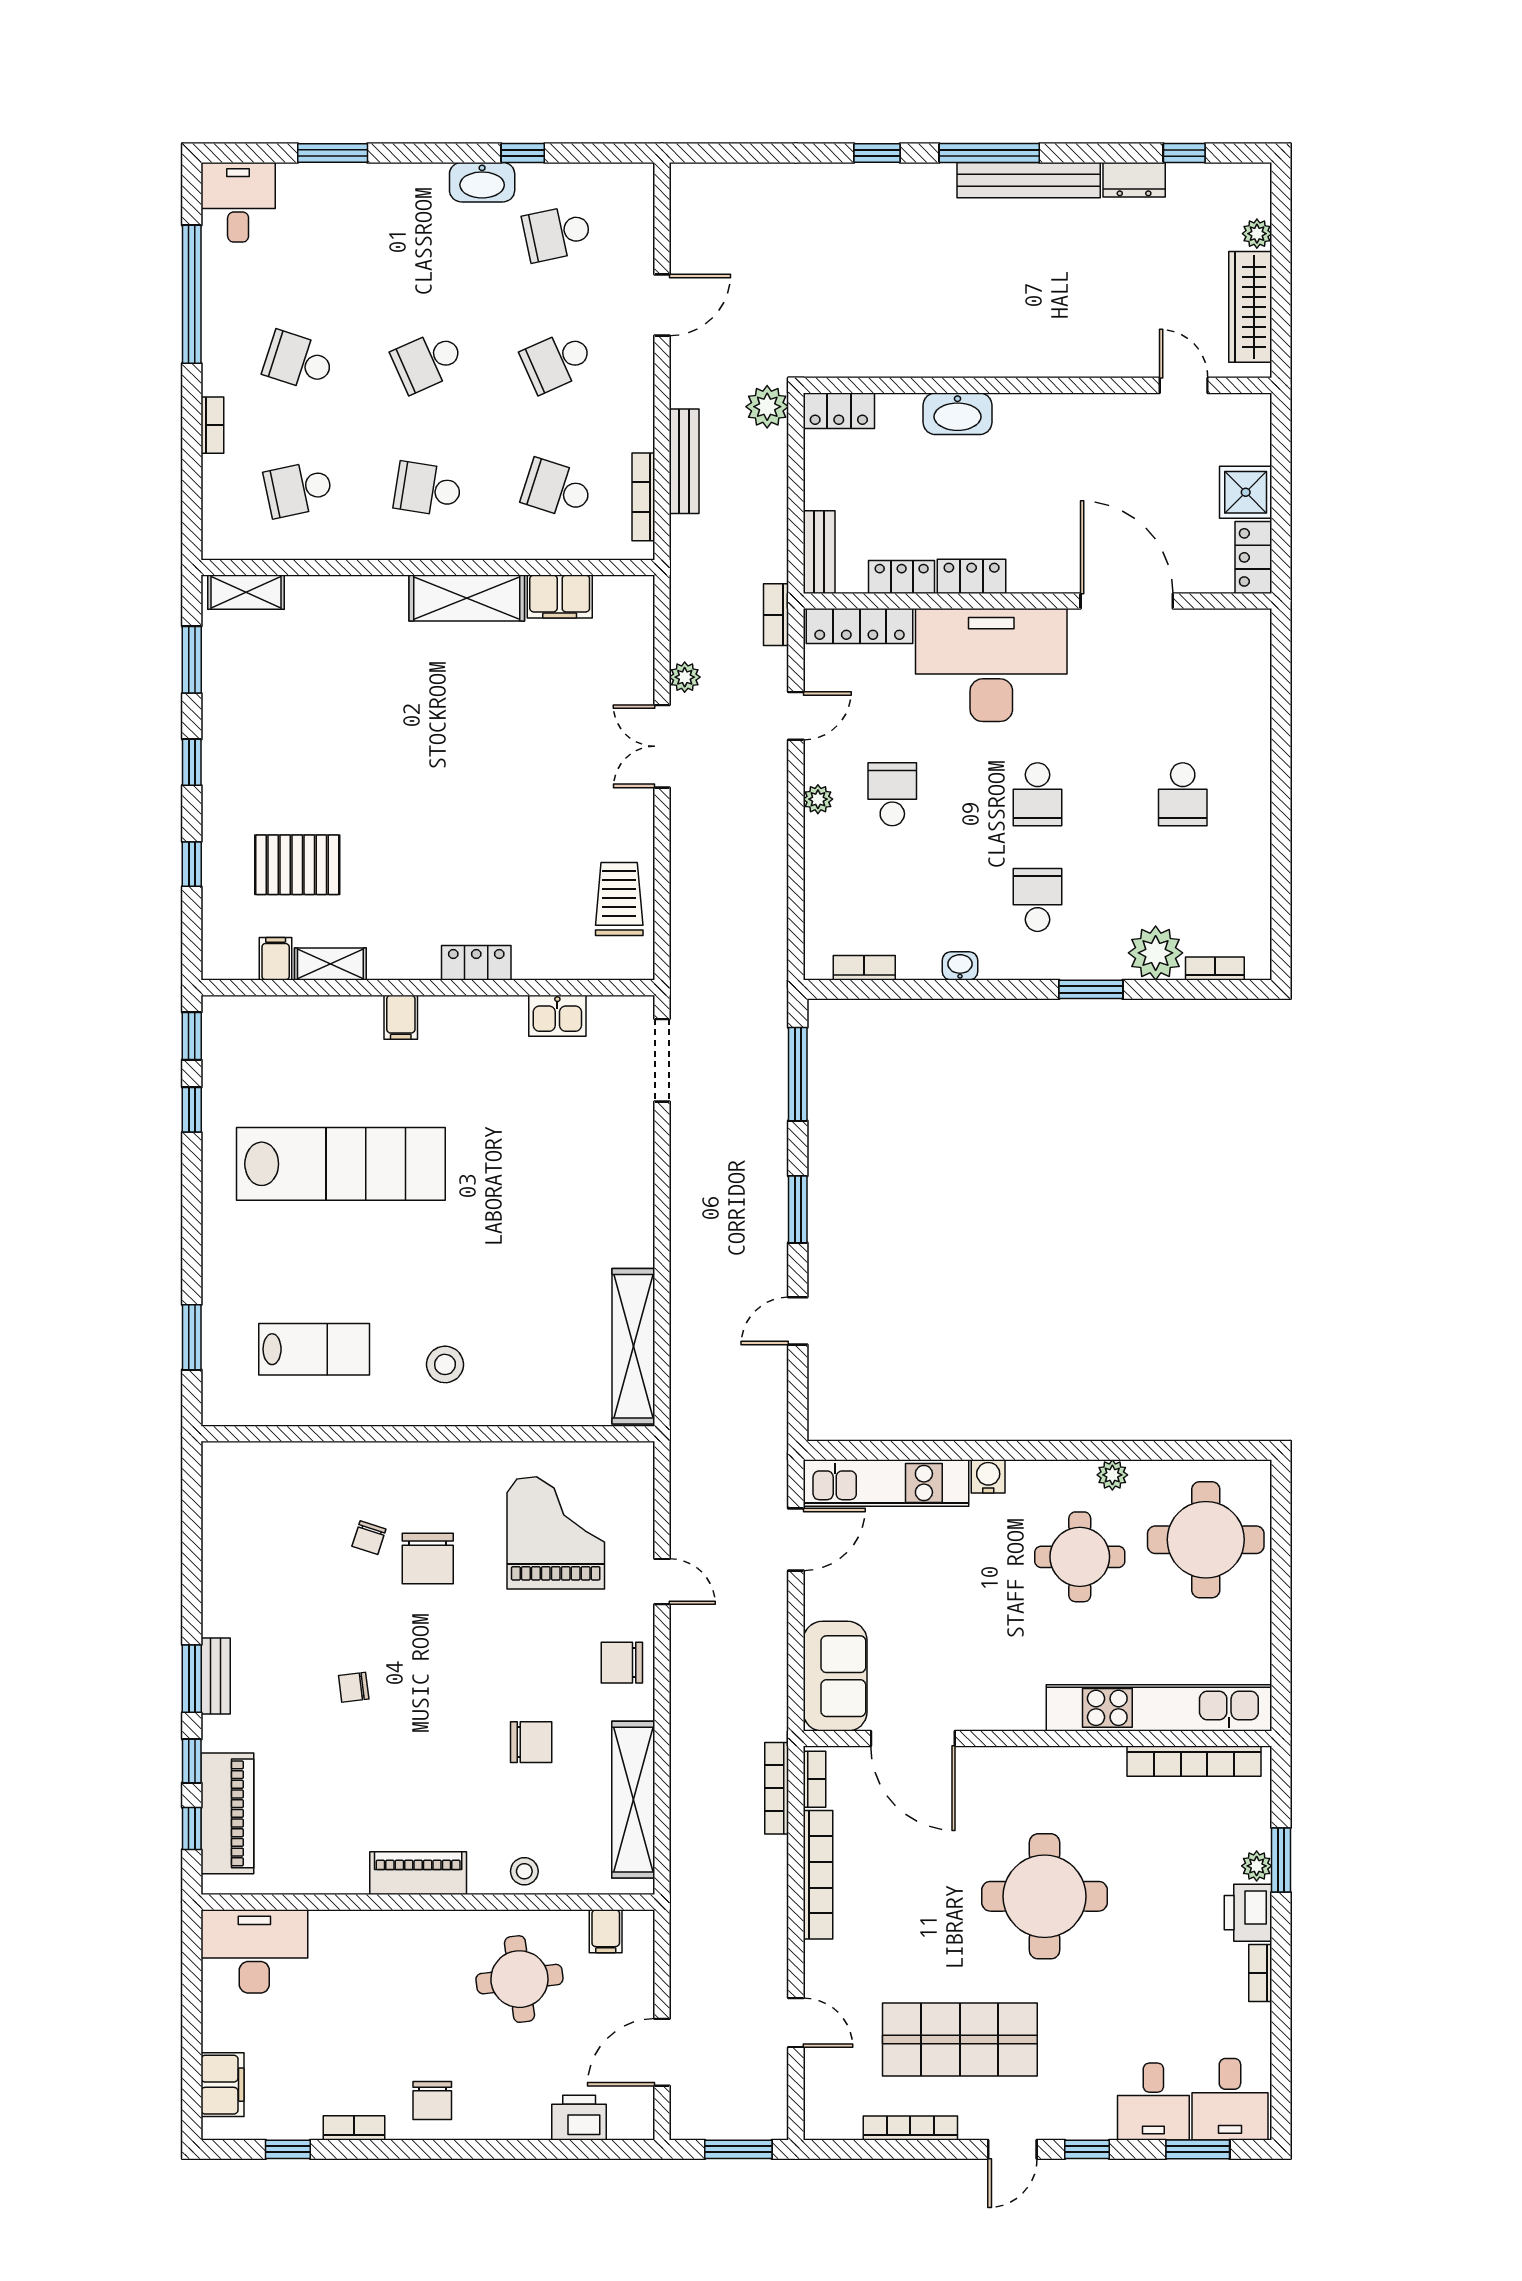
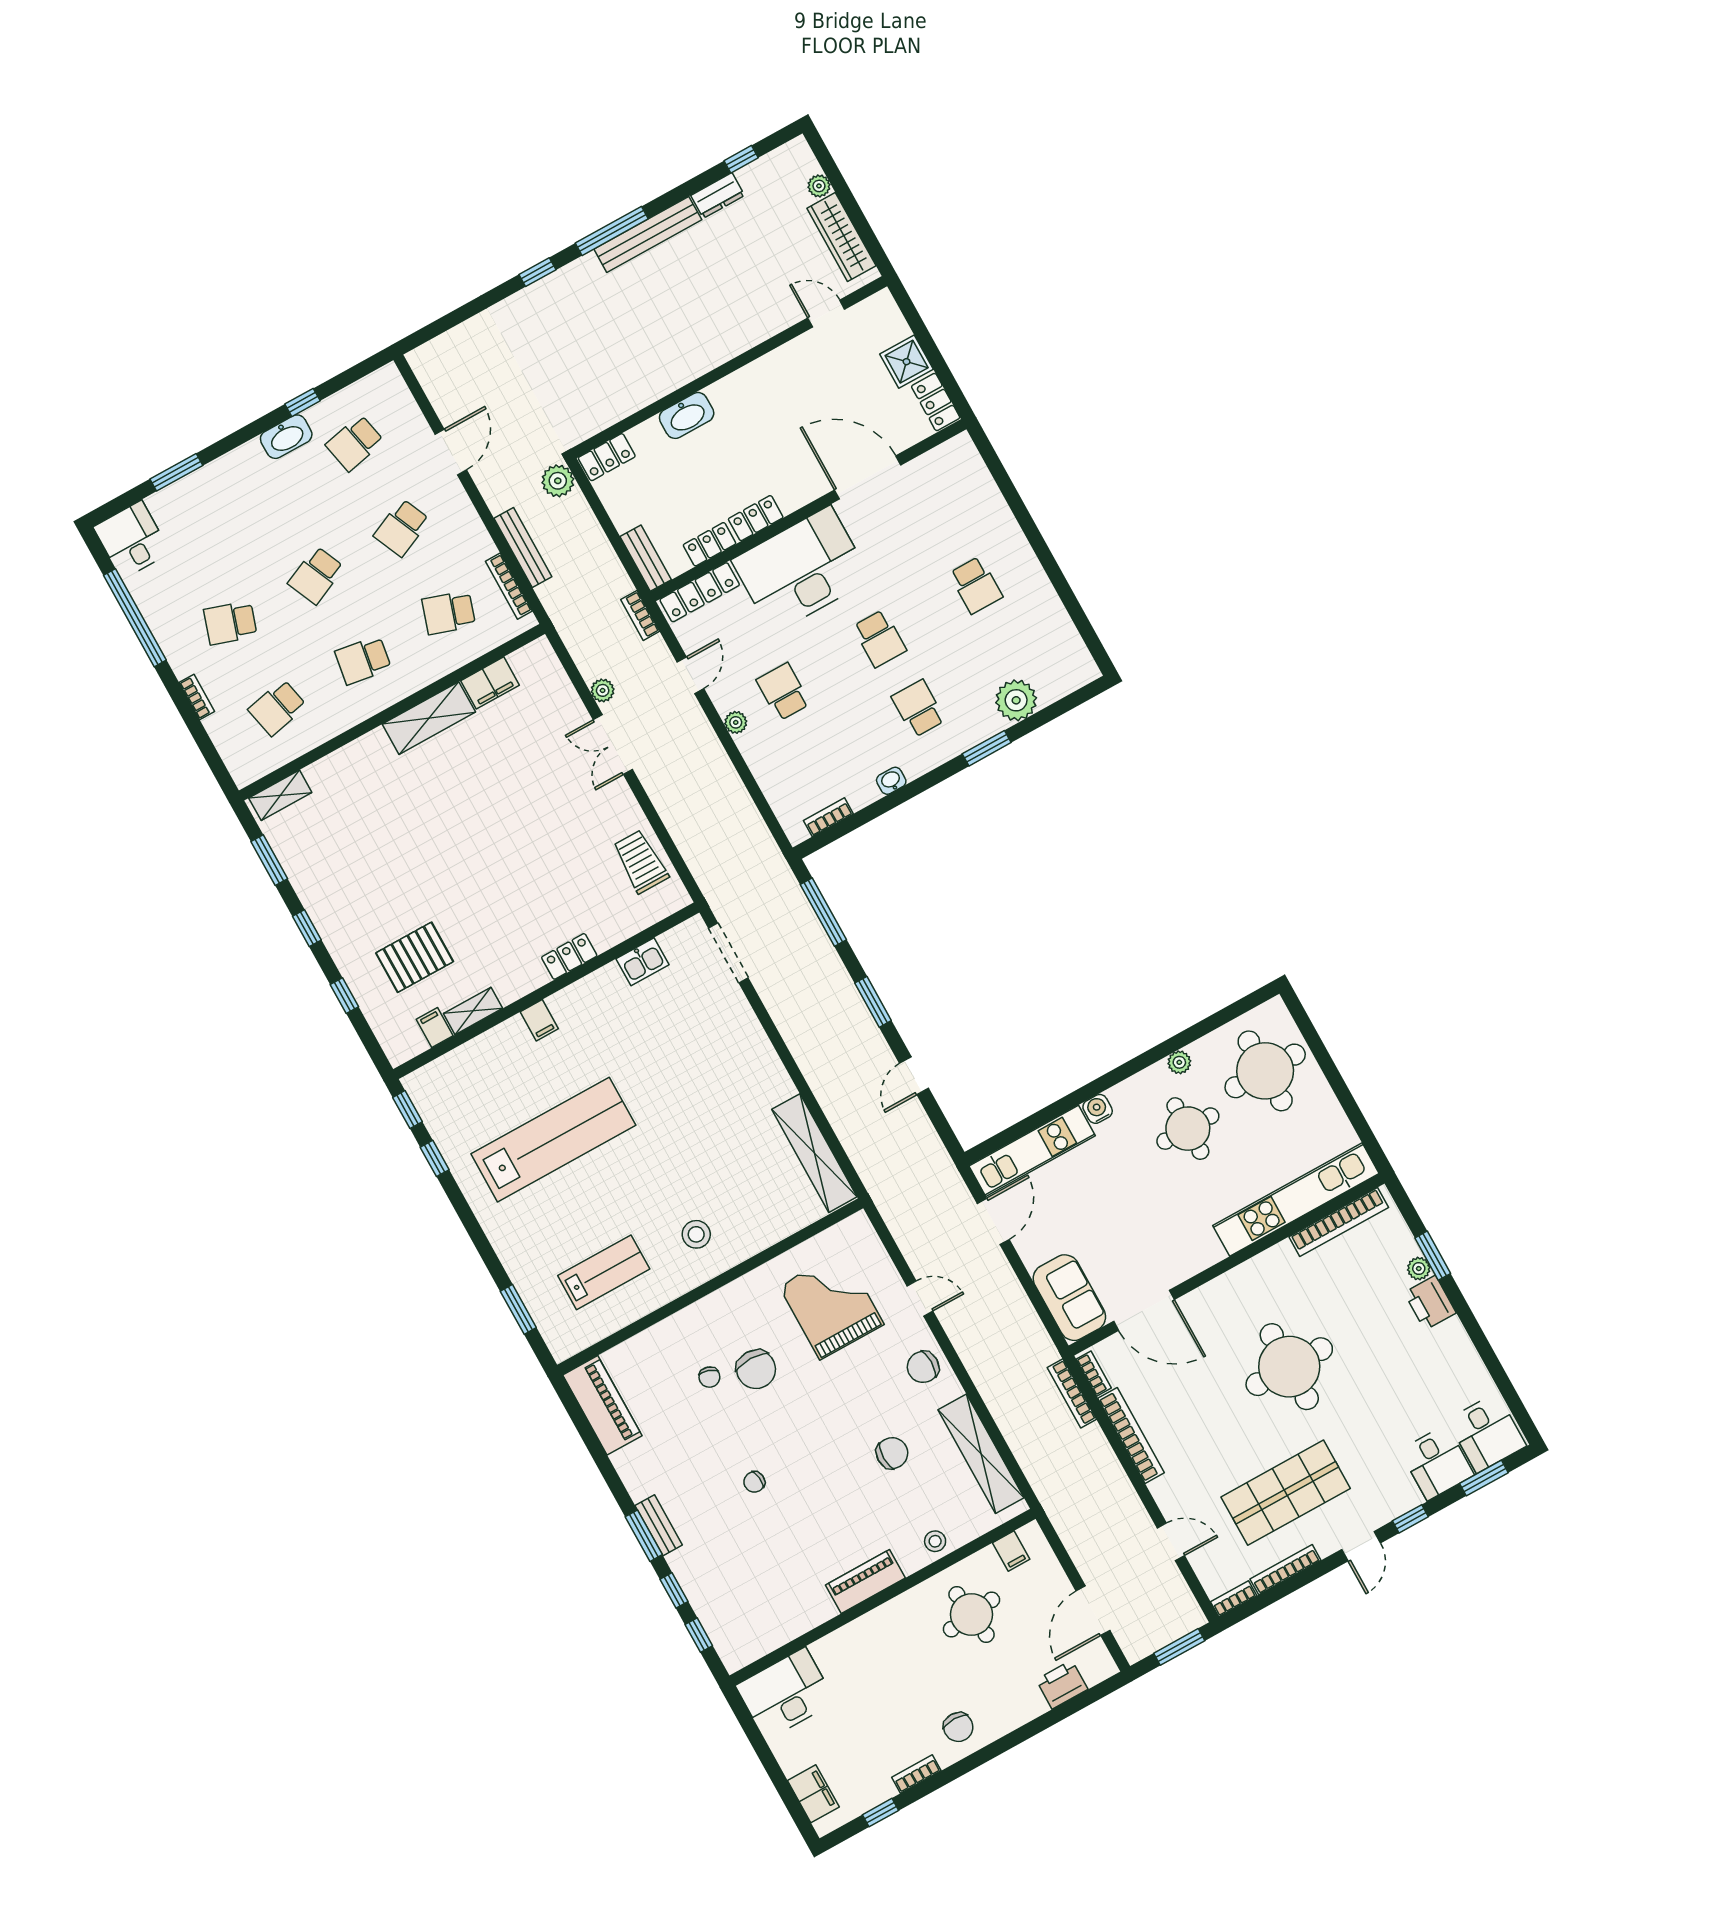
bookcase: (1215, 968) -> (1061, 689), removed
piano: (227, 1813) -> (602, 1405), moved
bookcase: (1260, 1973) -> (1234, 1599), moved, turned 90

